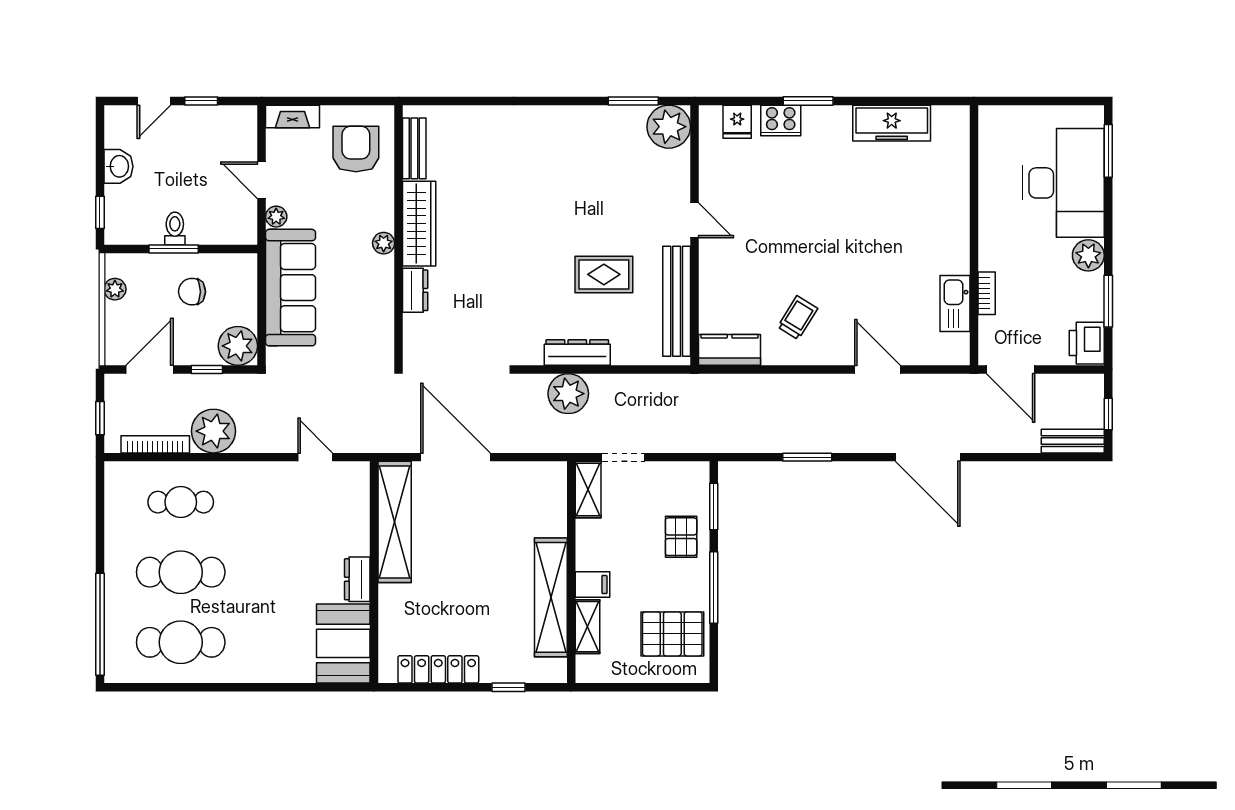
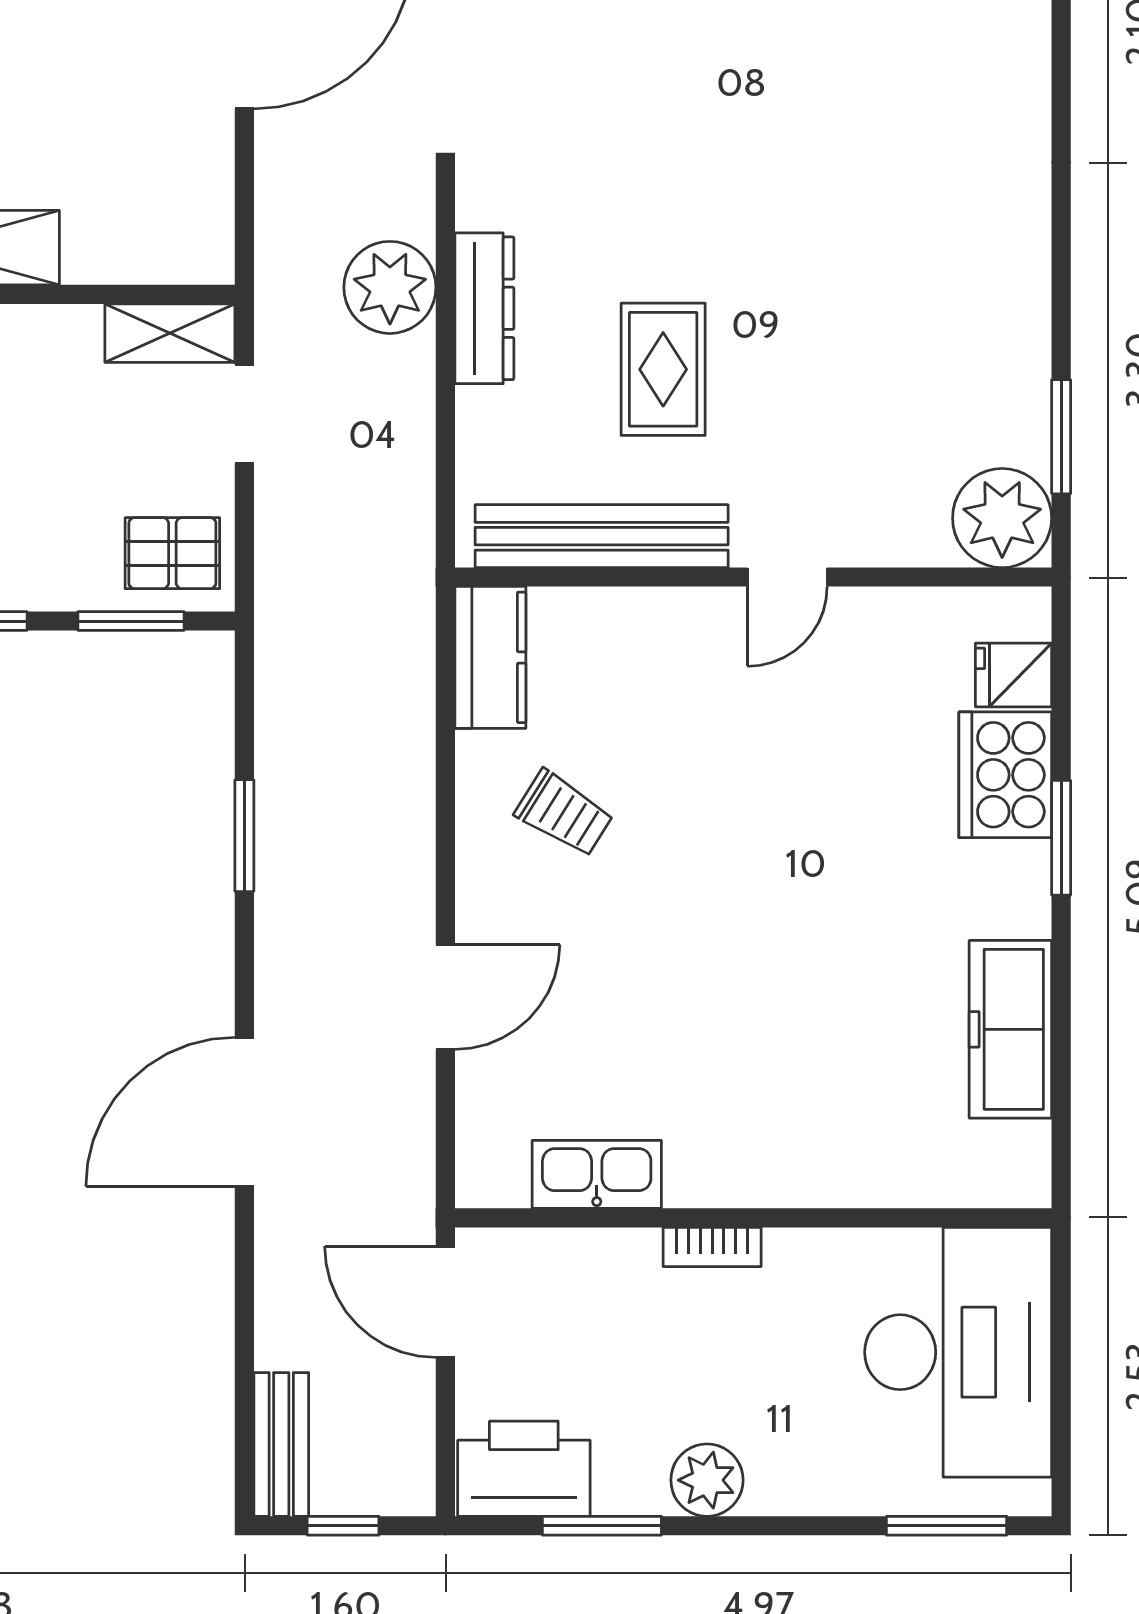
cooker: (781, 120) -> (1005, 775), width x1.37, depth x1.31
desk: (1063, 183) -> (958, 1352), moved, turned -90
bookcase: (987, 293) -> (712, 1247), moved
printer: (1087, 343) -> (524, 1469), width x1.37, depth x1.19
door: (1011, 369) -> (445, 1302), hinge flipped
pallet: (681, 537) -> (172, 553), moved

